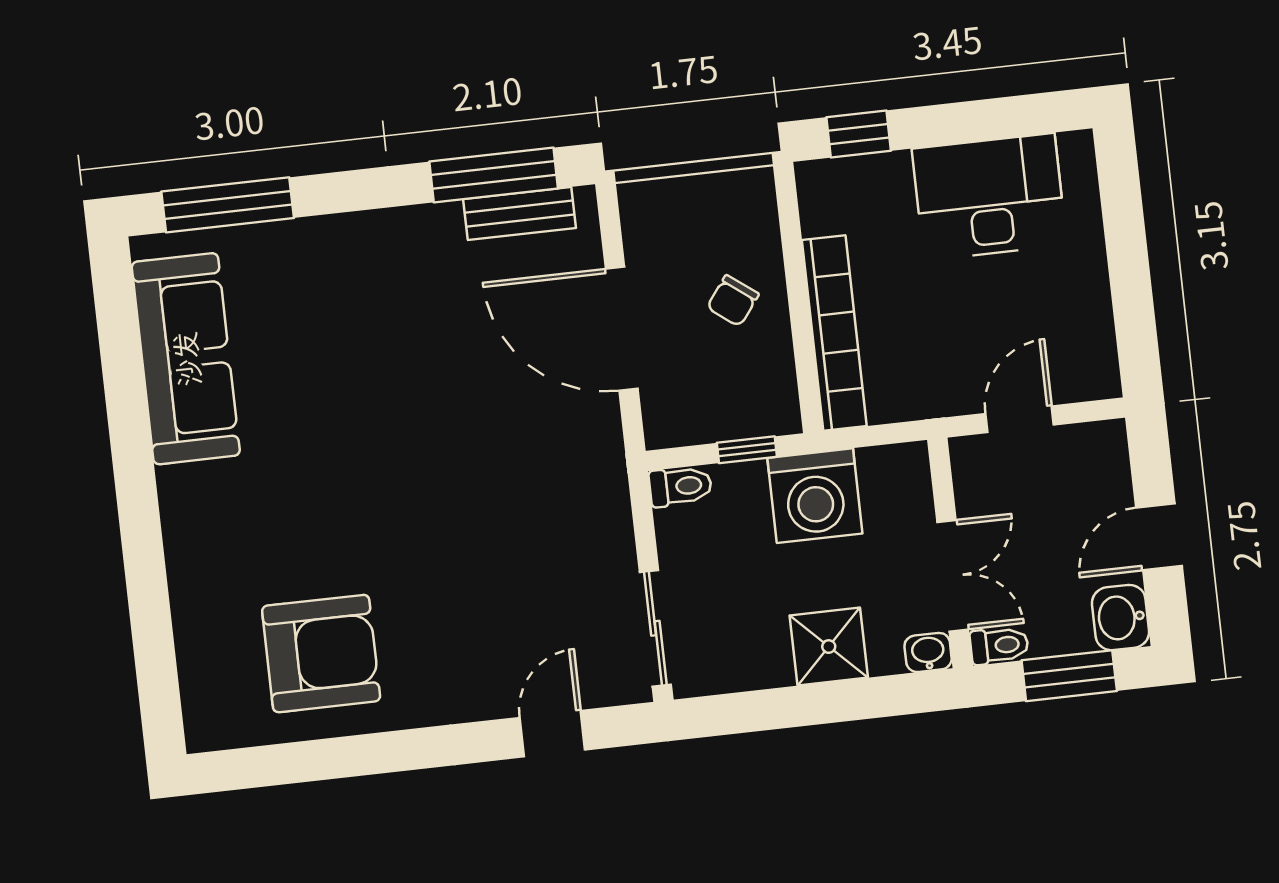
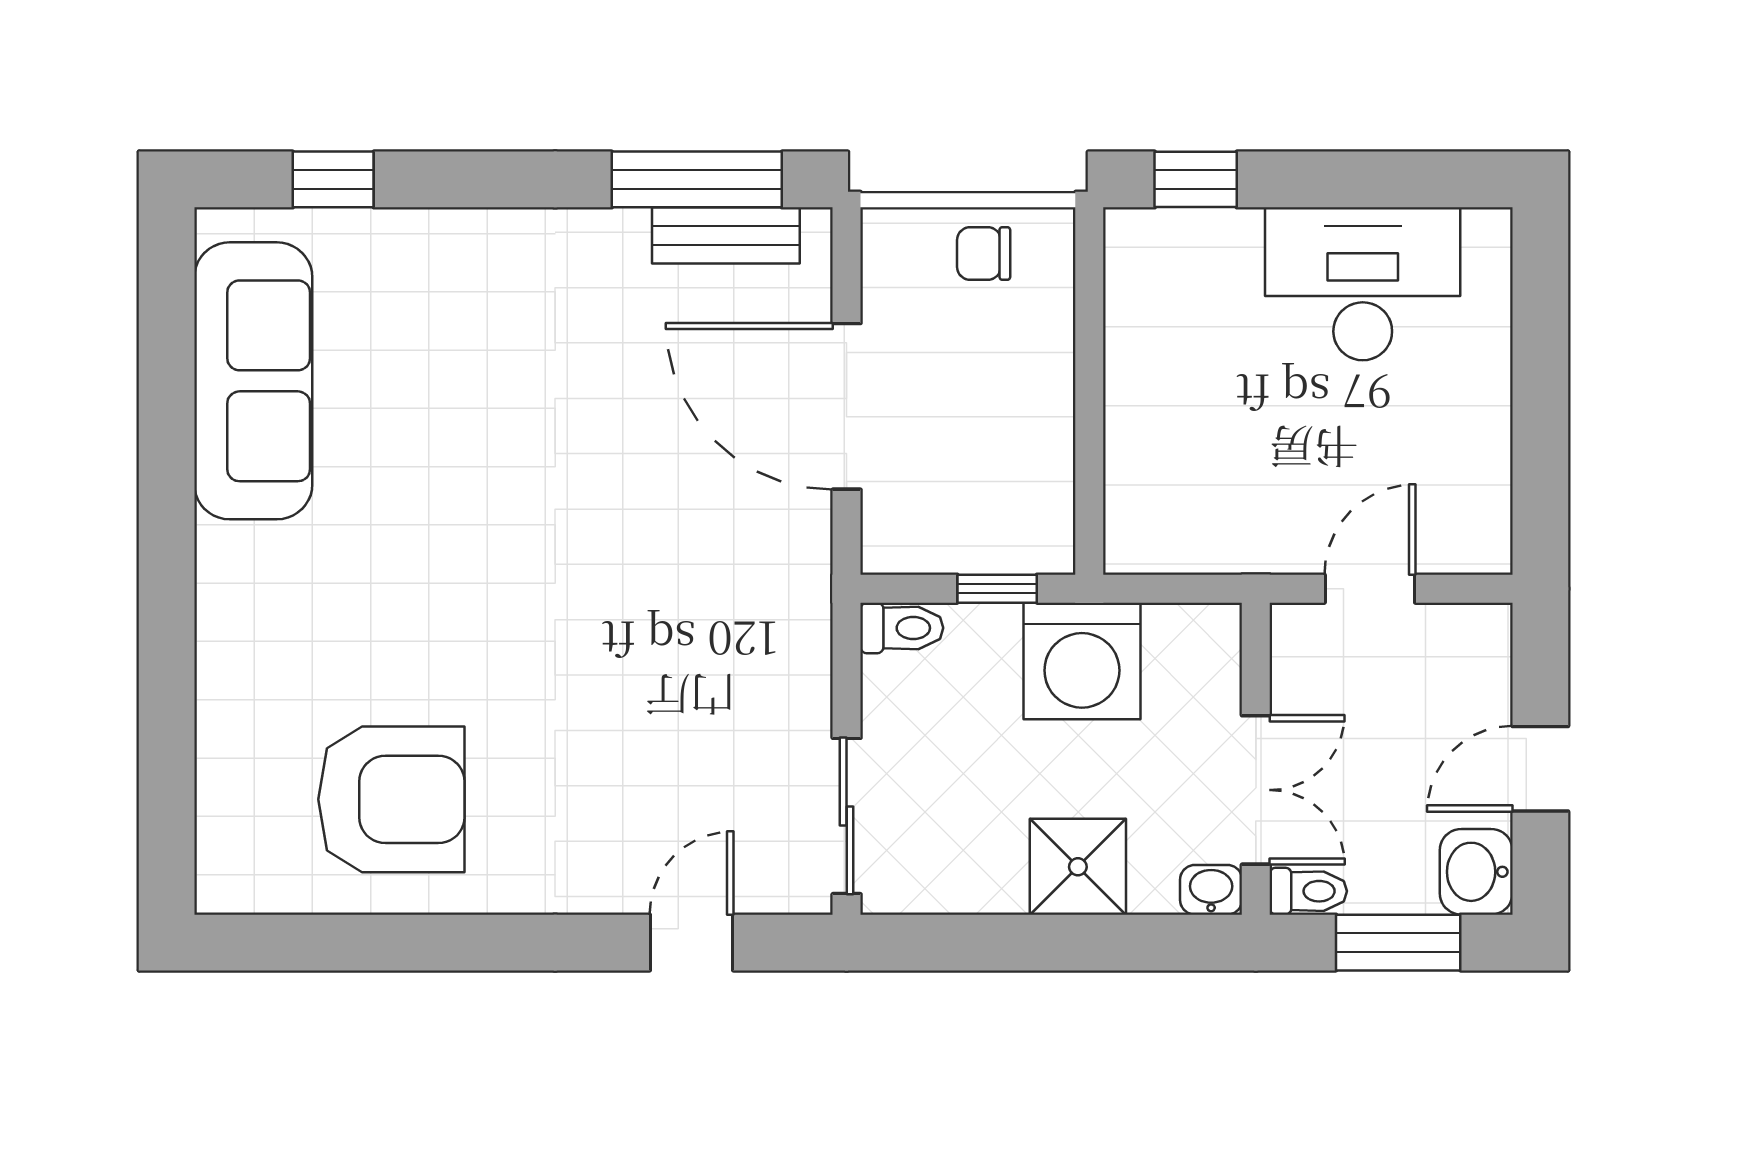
window: (228, 205) -> (333, 179), width x0.46
chair: (733, 301) -> (984, 253), moved, turned 53
bookcase: (834, 333) -> (1133, 444), removed

